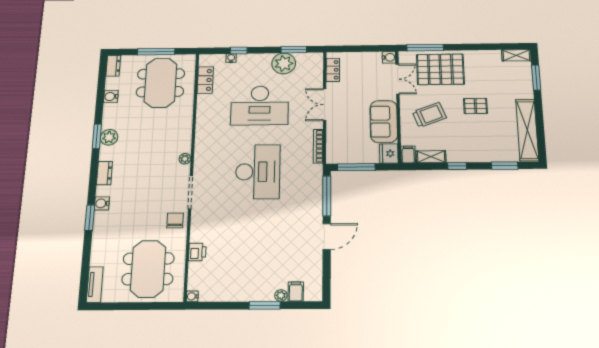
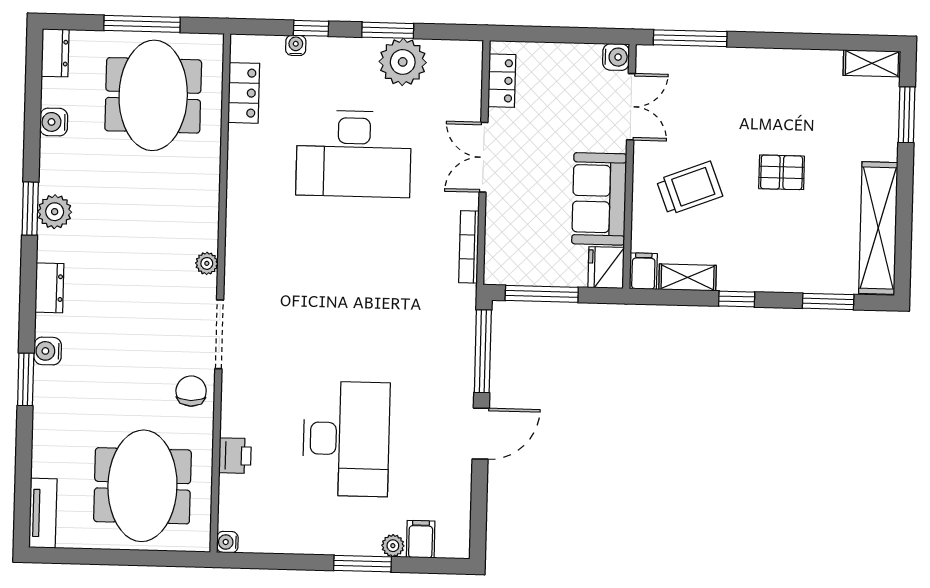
window: (294, 50) -> (388, 30), moved
pallet: (440, 69) -> (718, 88), removed
desk: (258, 172) -> (346, 439), moved

